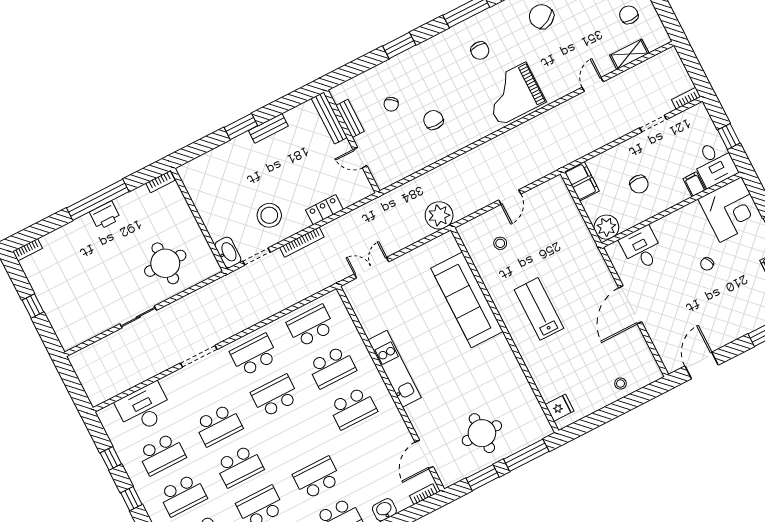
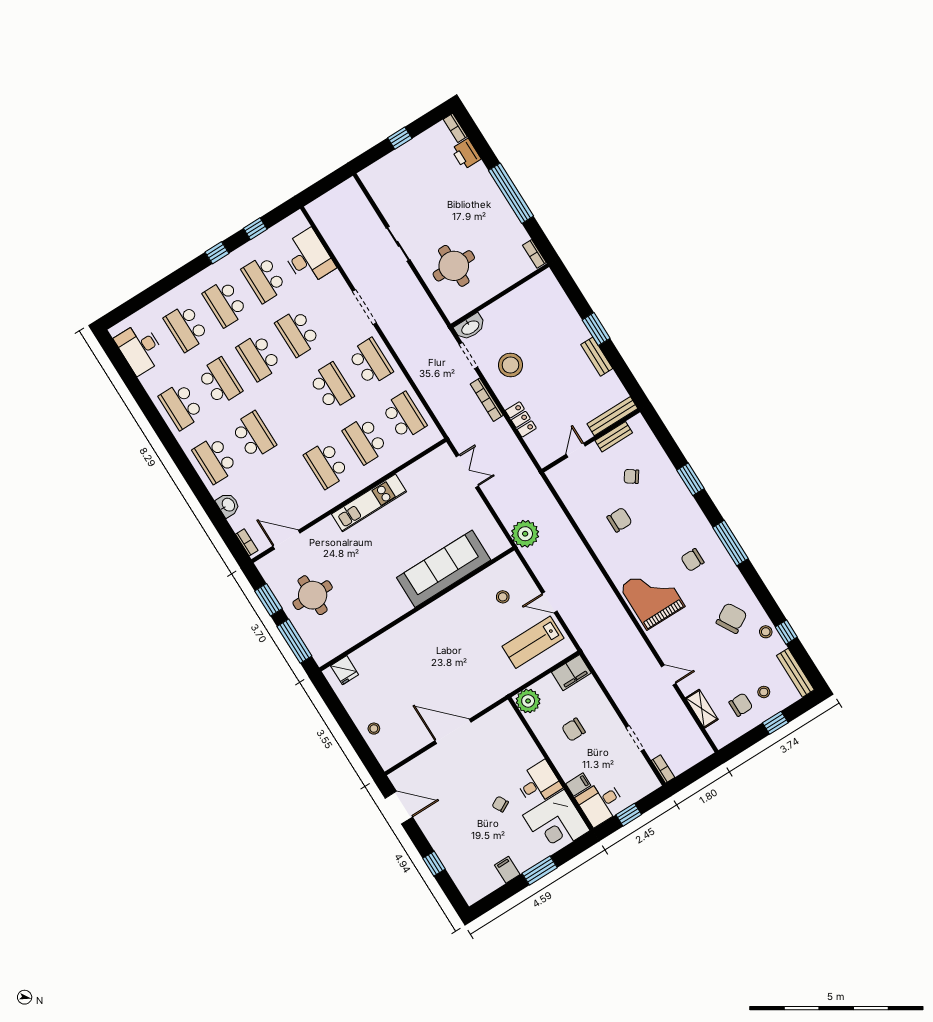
printer: (105, 215) -> (466, 154), moved
desk: (642, 248) -> (538, 783), moved
lab bench: (539, 309) -> (533, 642), moved, turned 180

